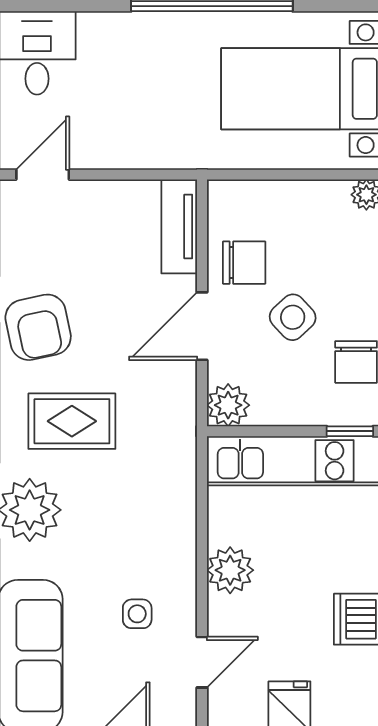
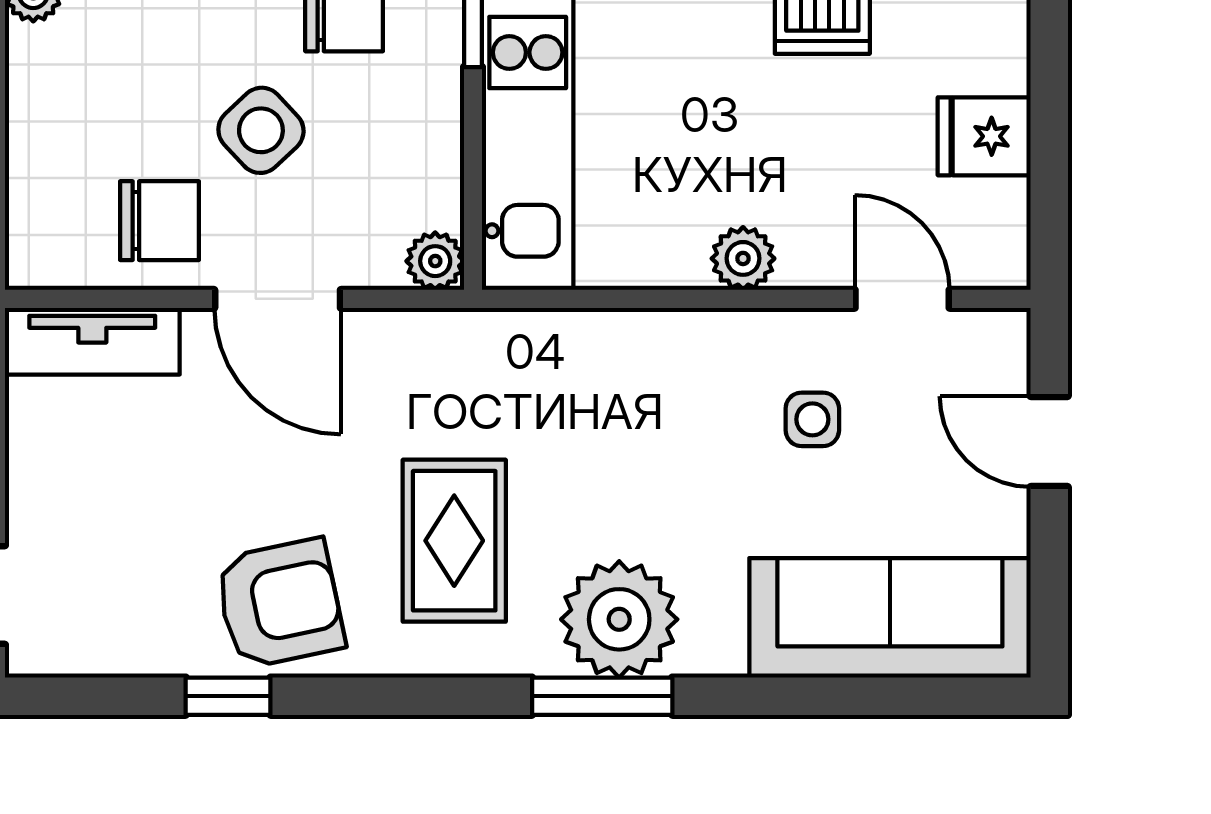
chair: (244, 263) -> (160, 221), turned 90
plant: (228, 405) -> (435, 261), width x0.73, depth x0.73
plant: (230, 570) -> (743, 258), width x0.73, depth x0.73

